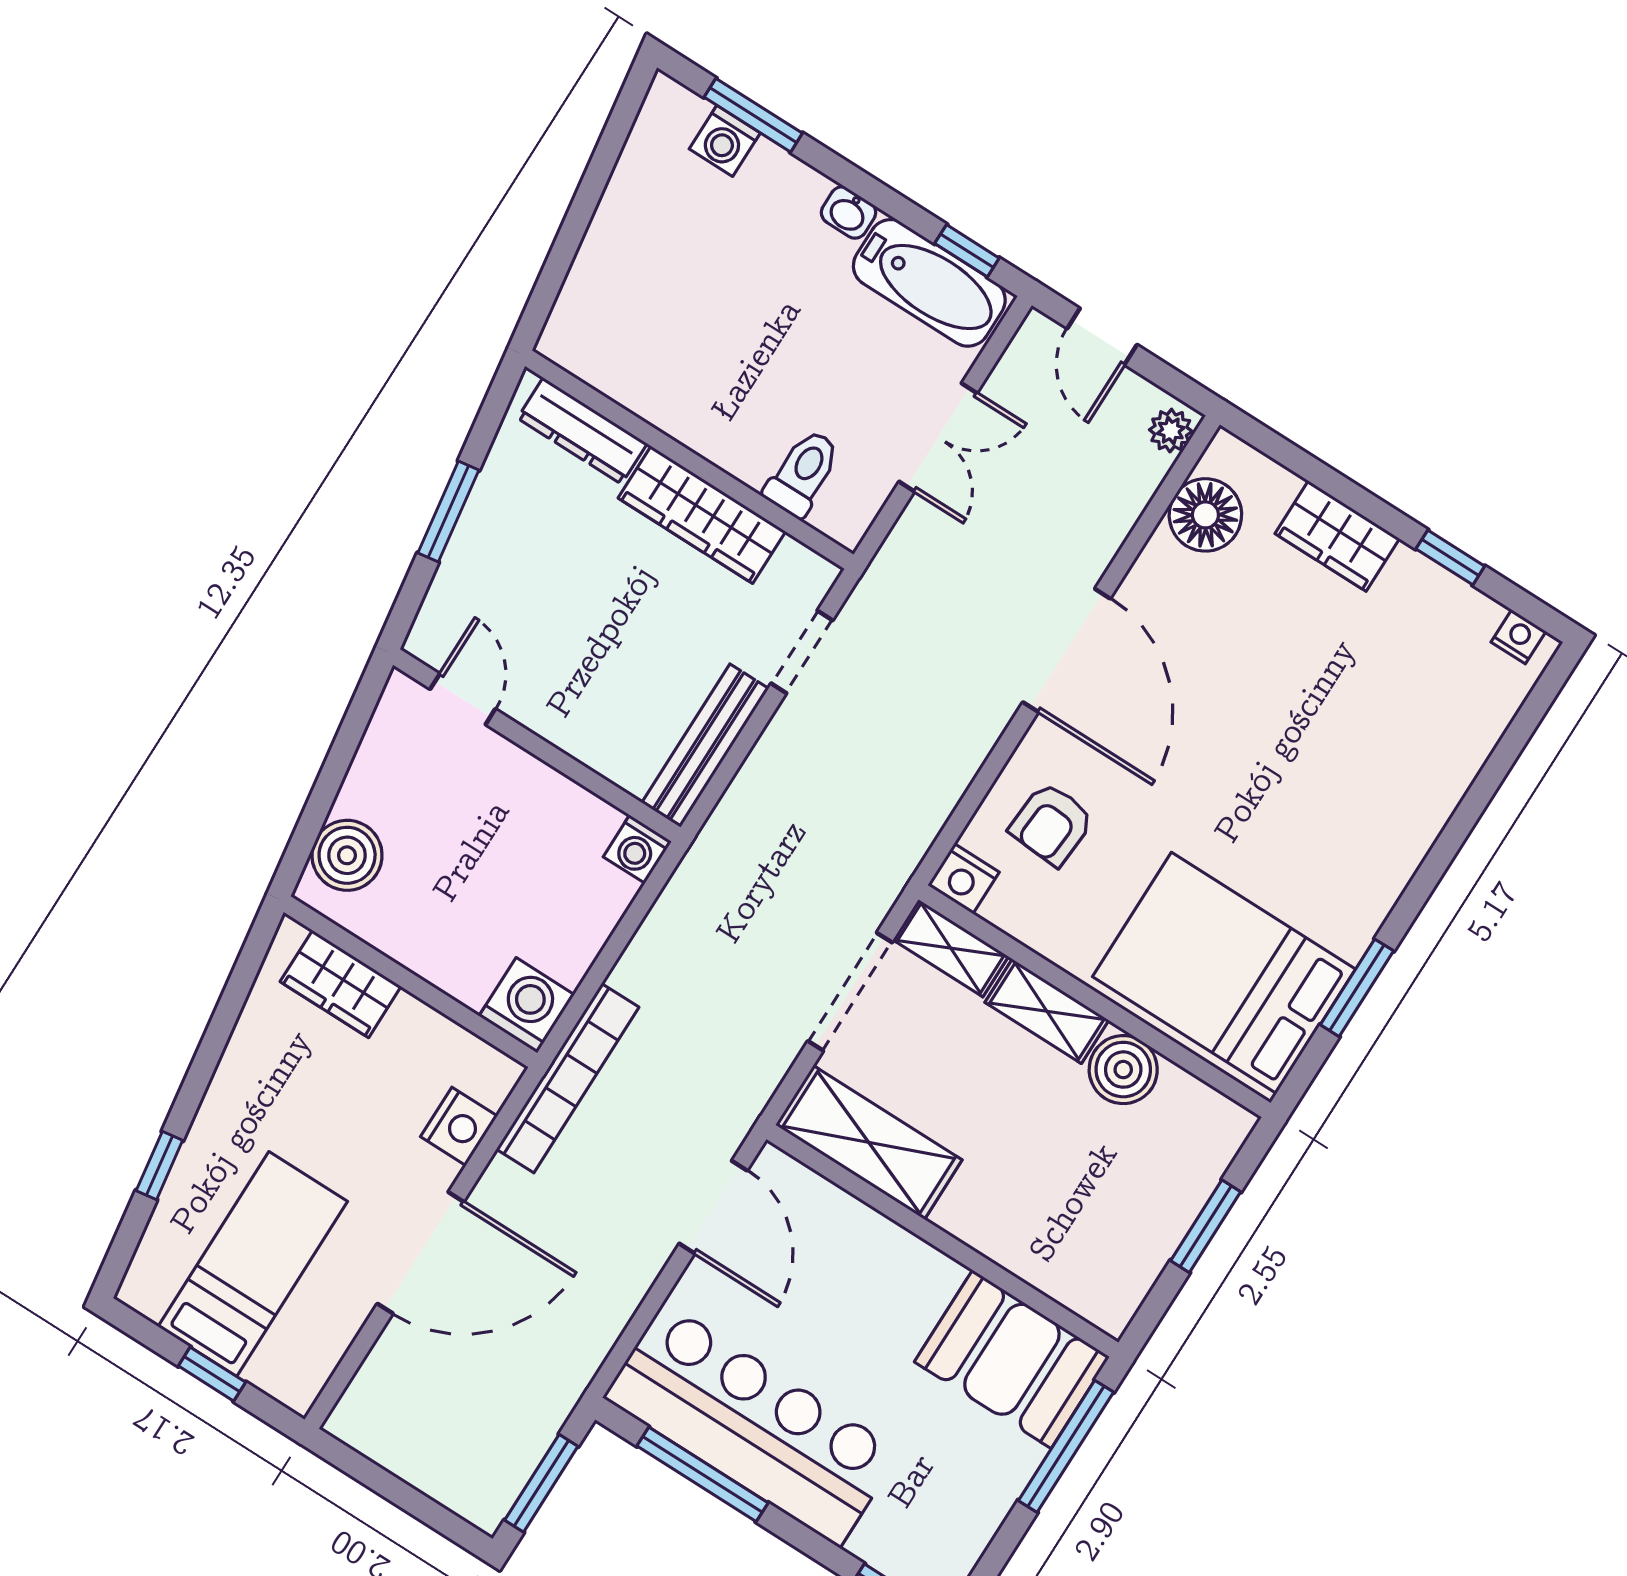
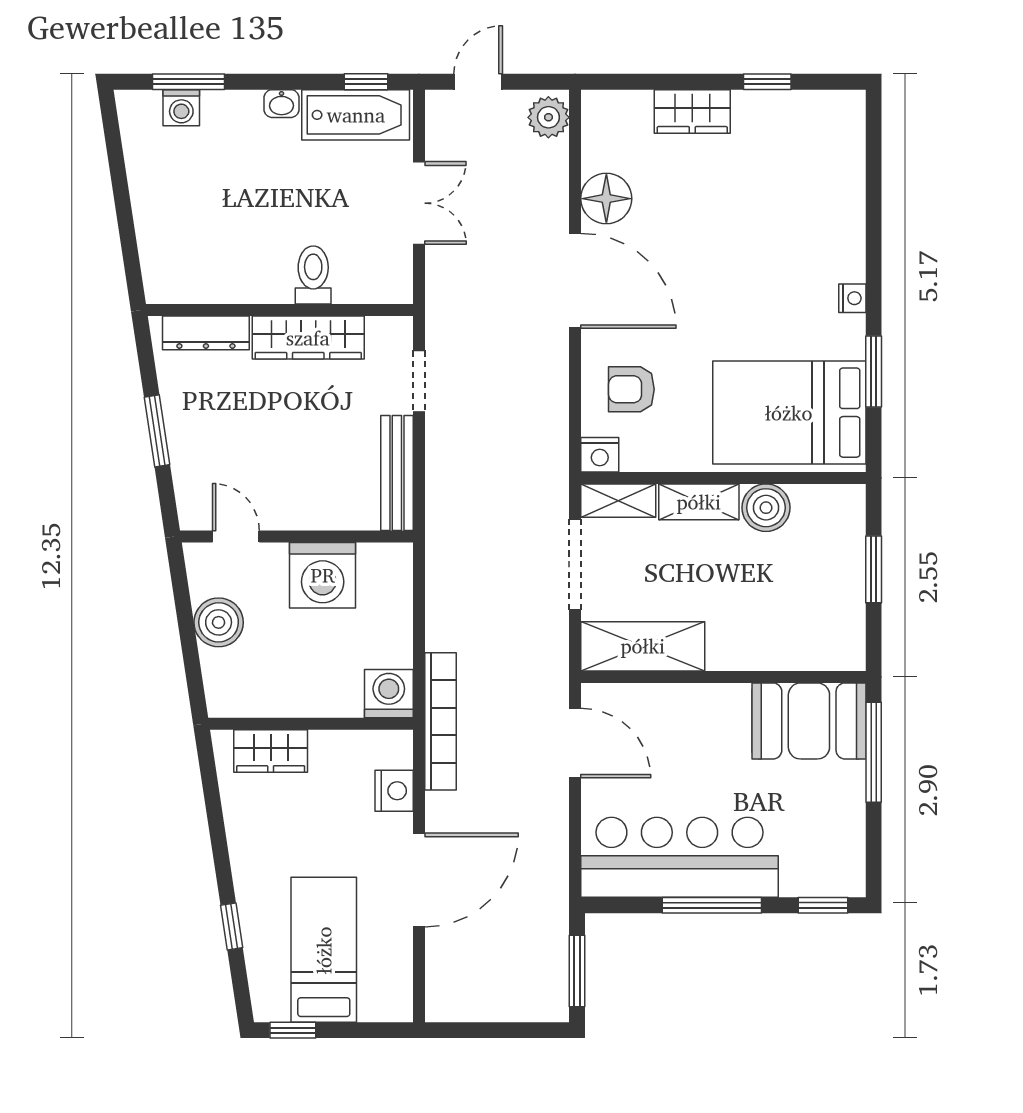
door: (1102, 337) -> (478, 82), swing flipped
plant: (1171, 431) -> (548, 117), width x1.38, depth x1.38
toilet: (803, 473) -> (313, 275), moved
floor lamp: (1205, 515) -> (606, 199), moved
nightstand: (1518, 637) -> (852, 298), moved, turned 90
armchair: (1052, 824) -> (631, 389), turned 86
washing machine: (637, 849) -> (323, 575), moved, width x1.89, depth x1.89
boiler: (347, 855) -> (219, 622), moved
window: (212, 1374) -> (293, 1030), moved
window: (702, 1474) -> (712, 905), moved

